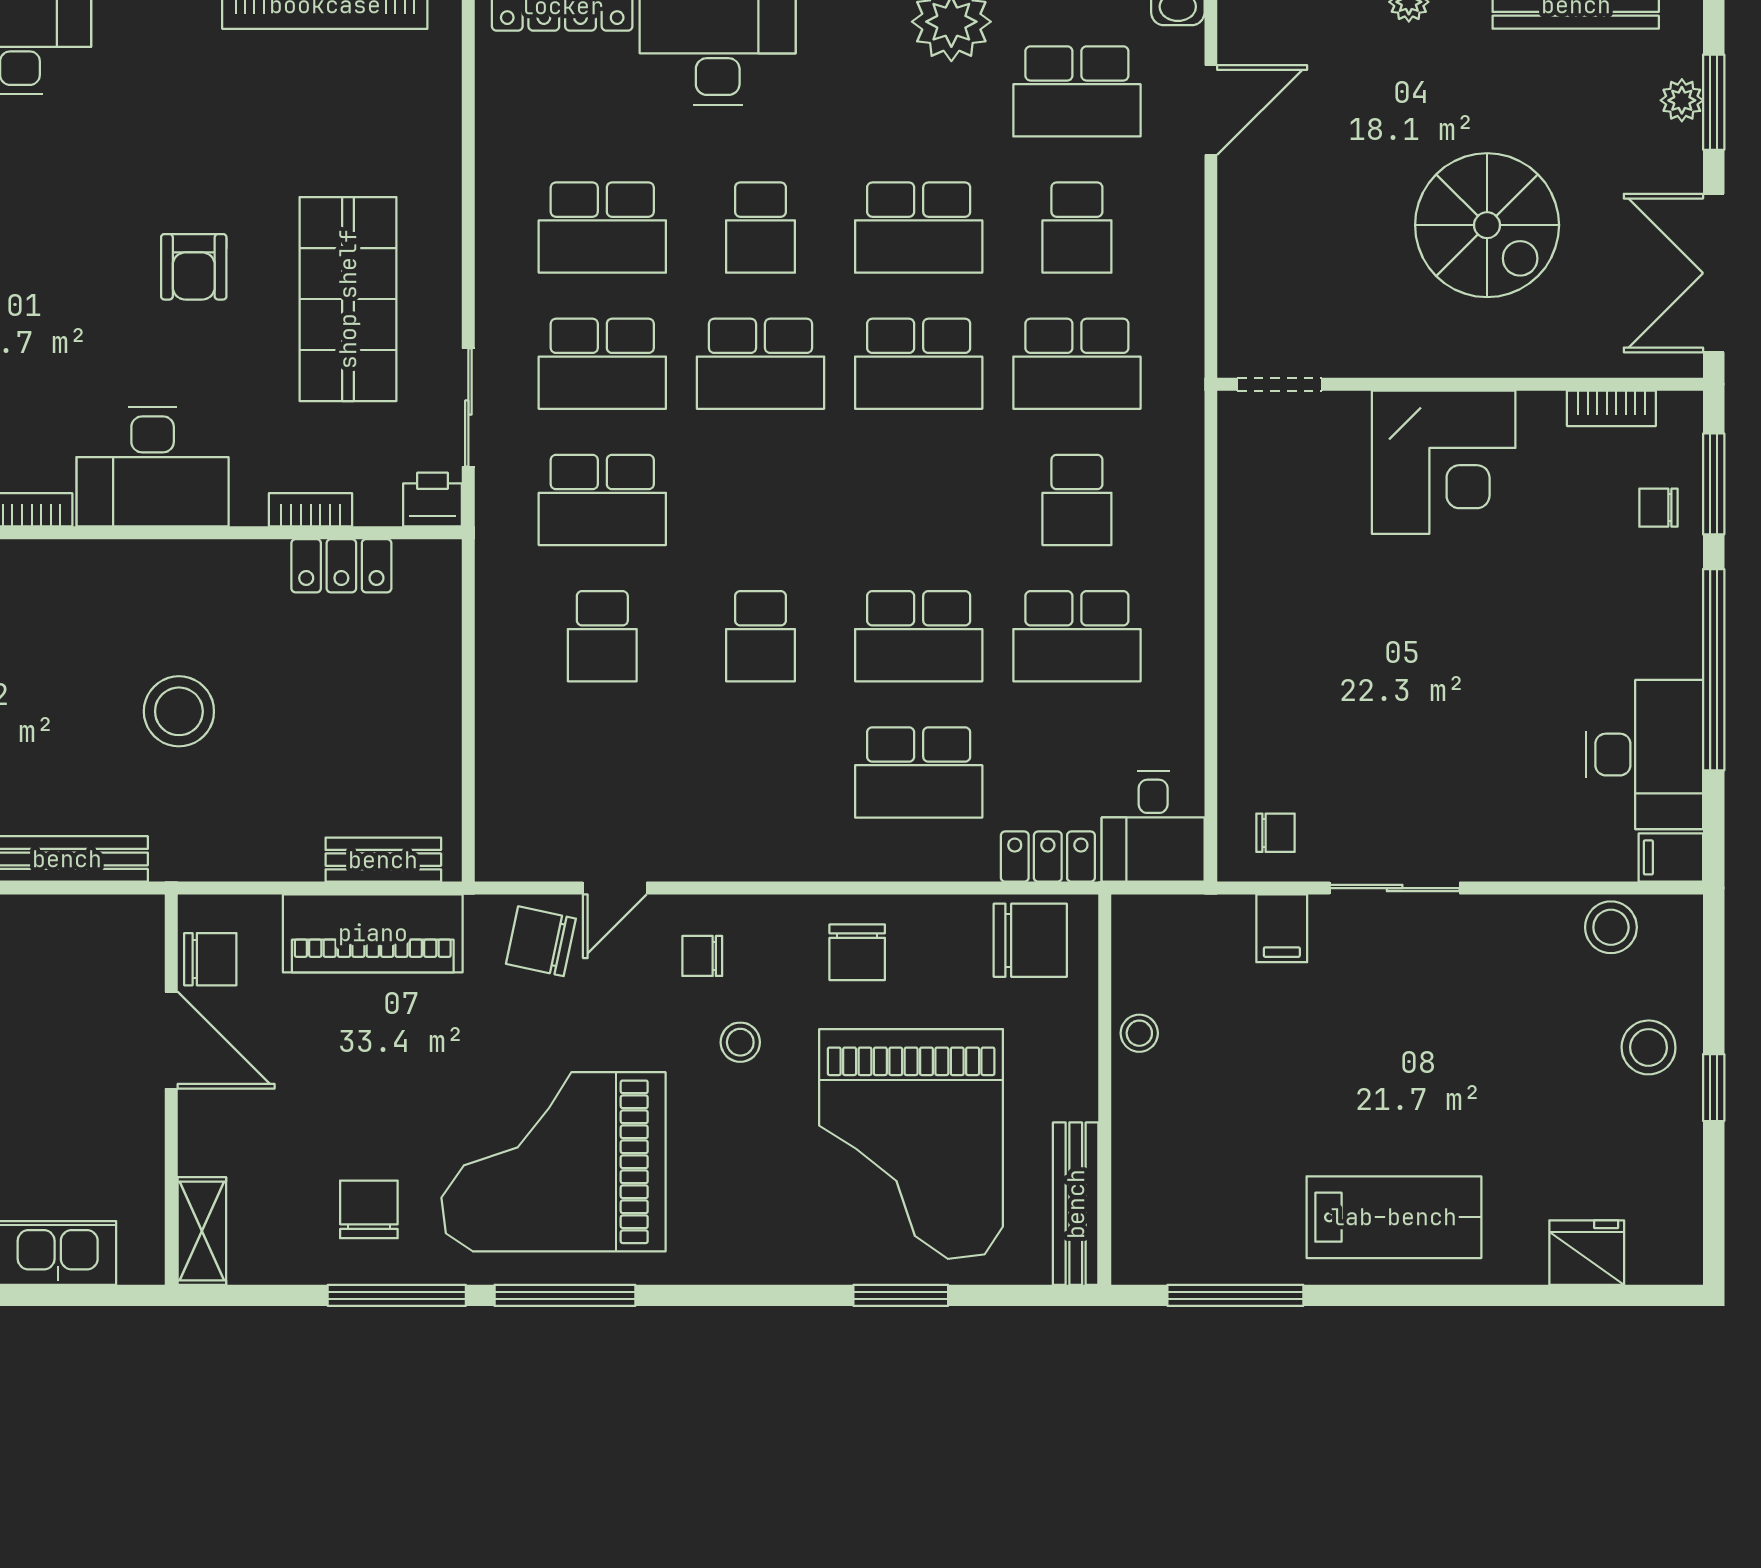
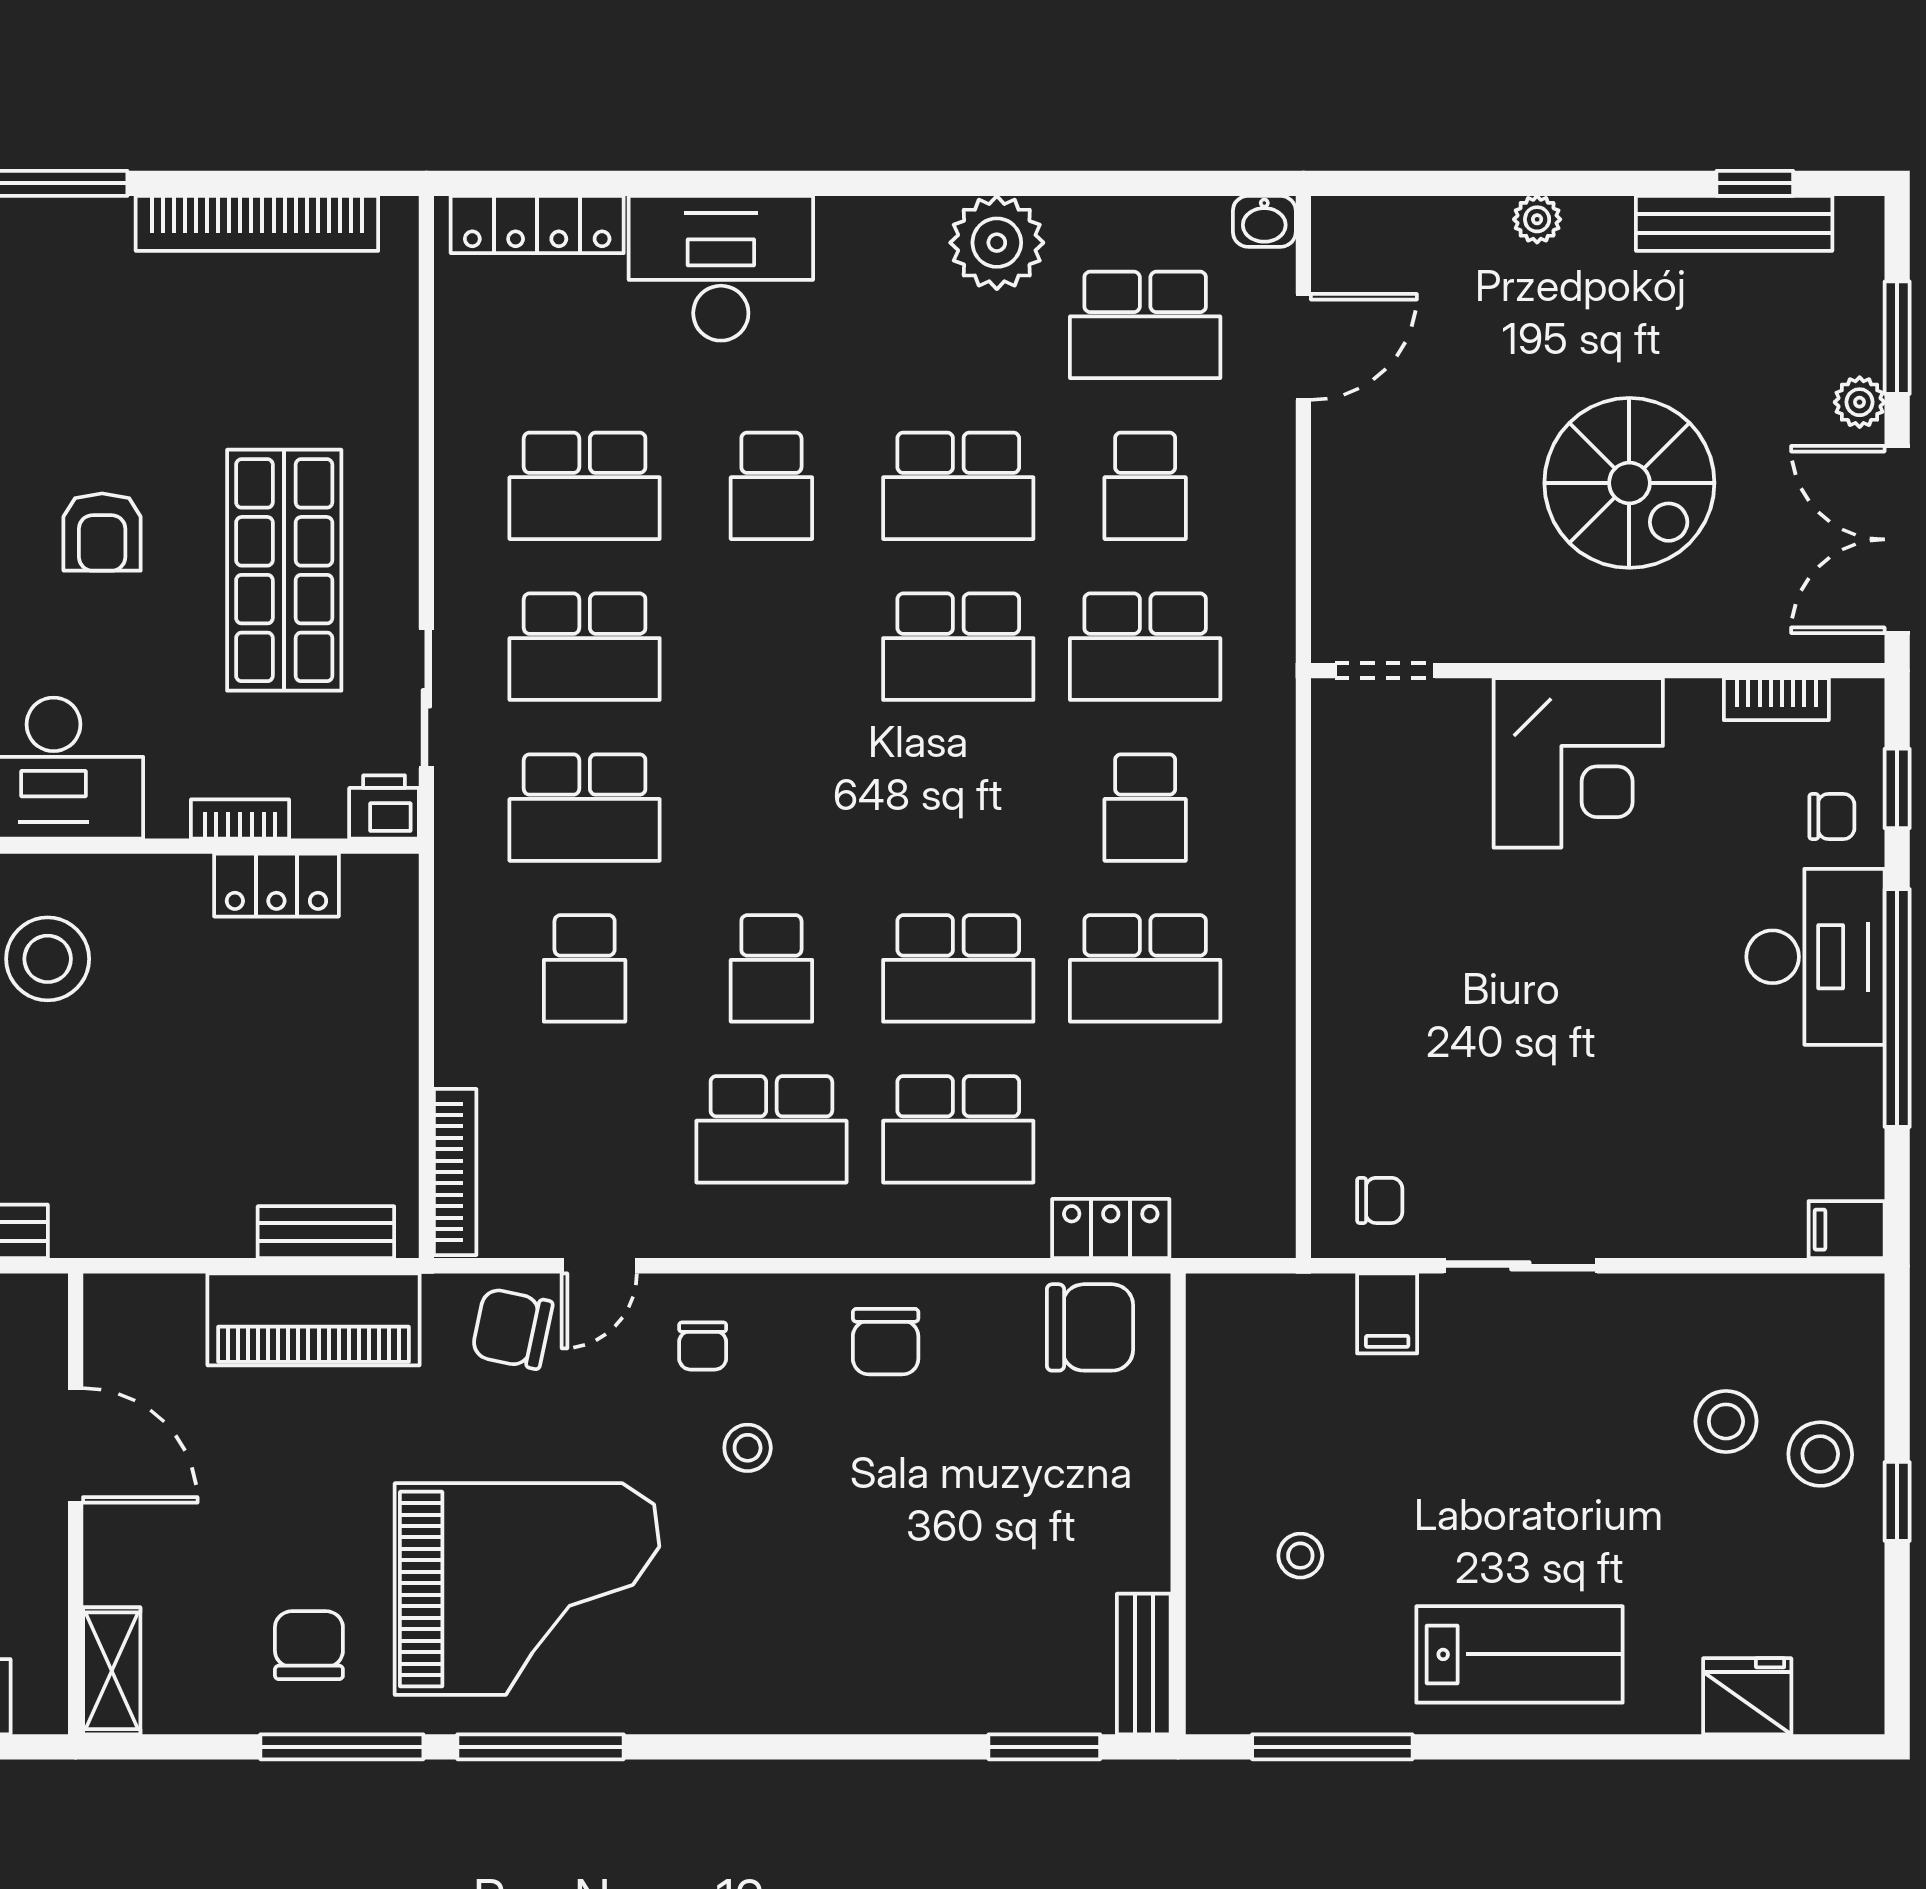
plant: (1682, 100) -> (1860, 402), moved
school desk: (760, 364) -> (771, 1129), moved
window: (1714, 484) -> (1897, 788), width x0.67
chair: (1658, 508) -> (1832, 816), turned 180
stool: (179, 711) -> (48, 959), moved
desk: (1645, 755) -> (1815, 957), moved
bookcase: (493, 809) -> (455, 1172), added
desk: (1153, 826) -> (1235, 1193), removed
stool: (1611, 927) -> (1726, 1421), moved
chair: (702, 956) -> (703, 1346), turned -90
chair: (210, 959) -> (122, 1350), removed
stool: (1139, 1033) -> (1300, 1556), moved
grand piano: (911, 1144) -> (949, 1568), removed
grand piano: (554, 1162) -> (527, 1589), turned 180
bench: (1076, 1204) -> (1144, 1664), width x0.73
window: (901, 1295) -> (1044, 1747), moved

